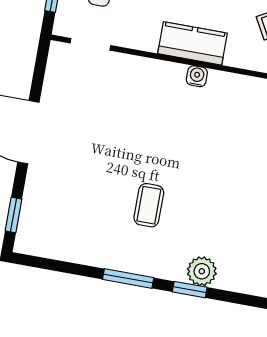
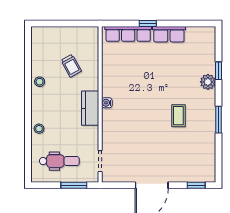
coffee table: (149, 205) -> (178, 116), turned 90
window: (190, 290) -> (219, 71), moved

